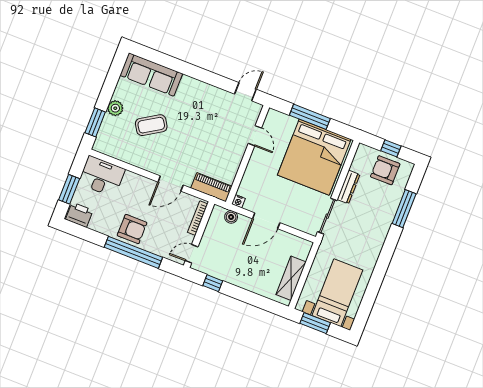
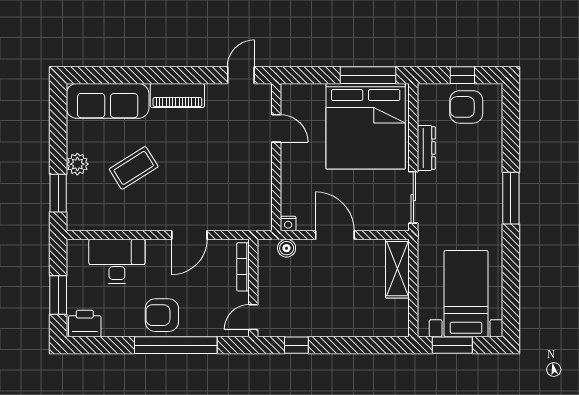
window: (310, 117) -> (368, 75), moved
desk: (102, 176) -> (117, 261), moved
piano: (211, 187) -> (177, 95), moved, turned 180
window: (404, 209) -> (511, 198), moved
door: (266, 221) -> (335, 235), swing flipped
armchair: (132, 229) -> (162, 315), turned 180
shelving: (291, 278) -> (397, 269), moved

